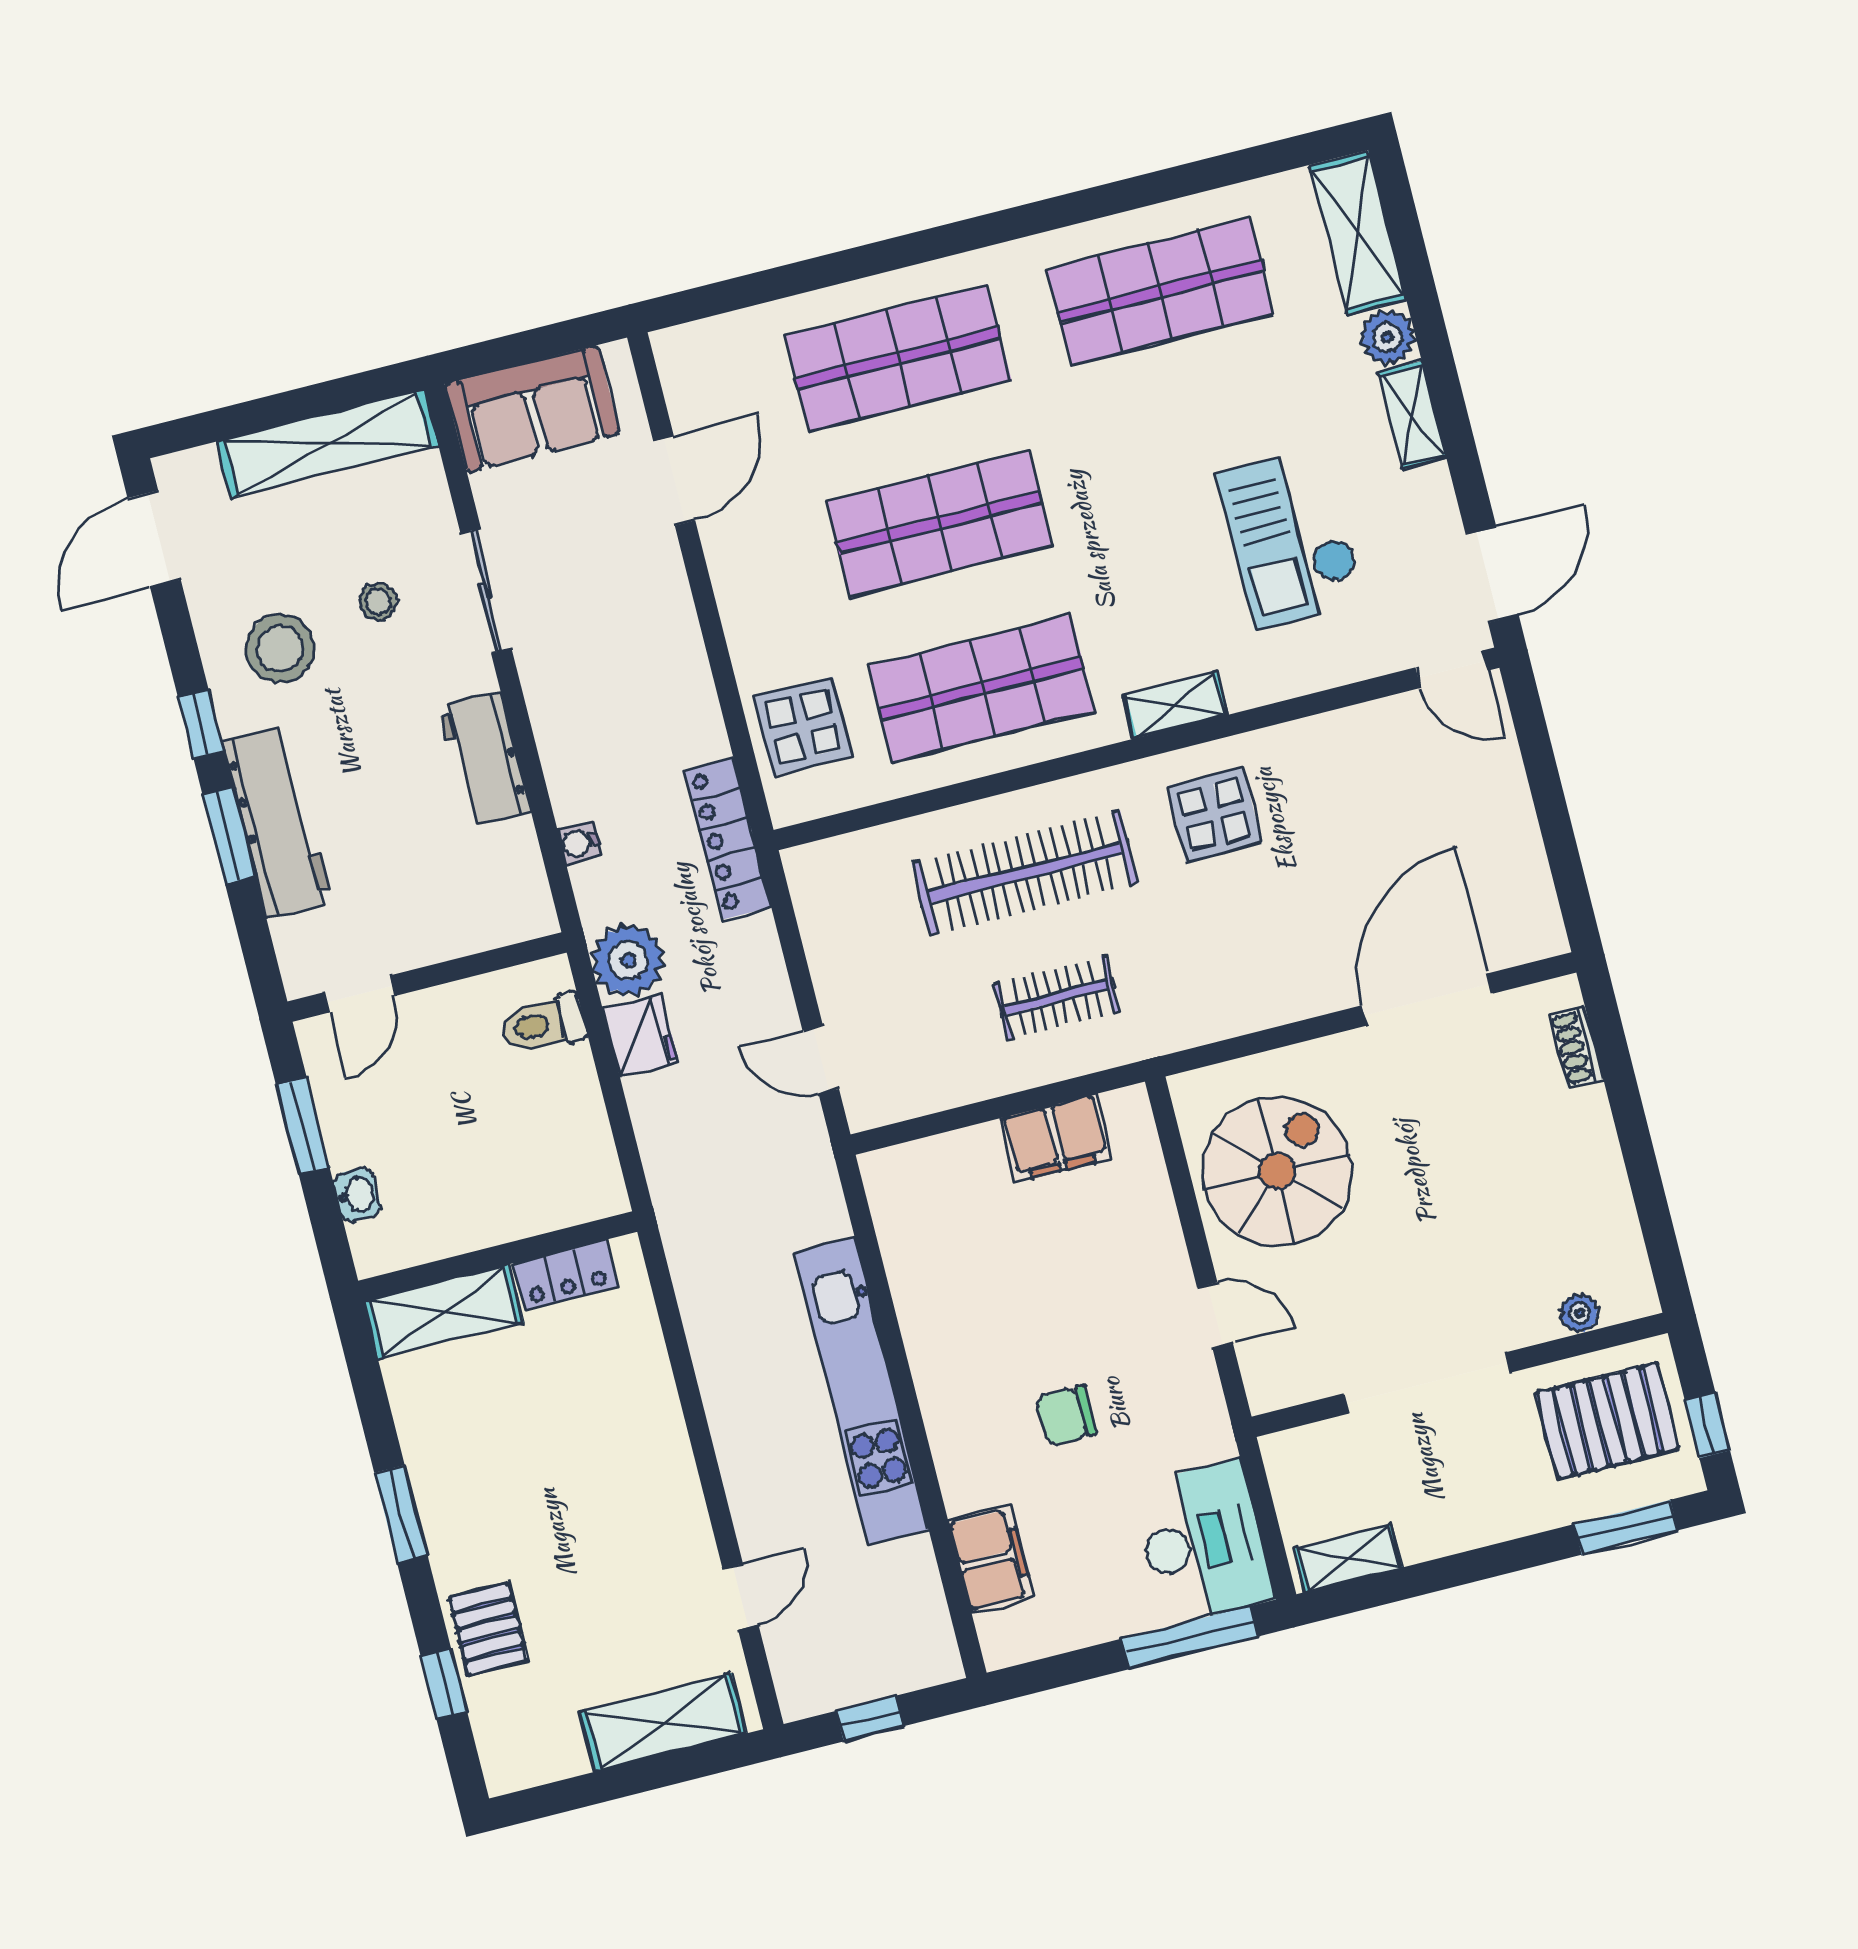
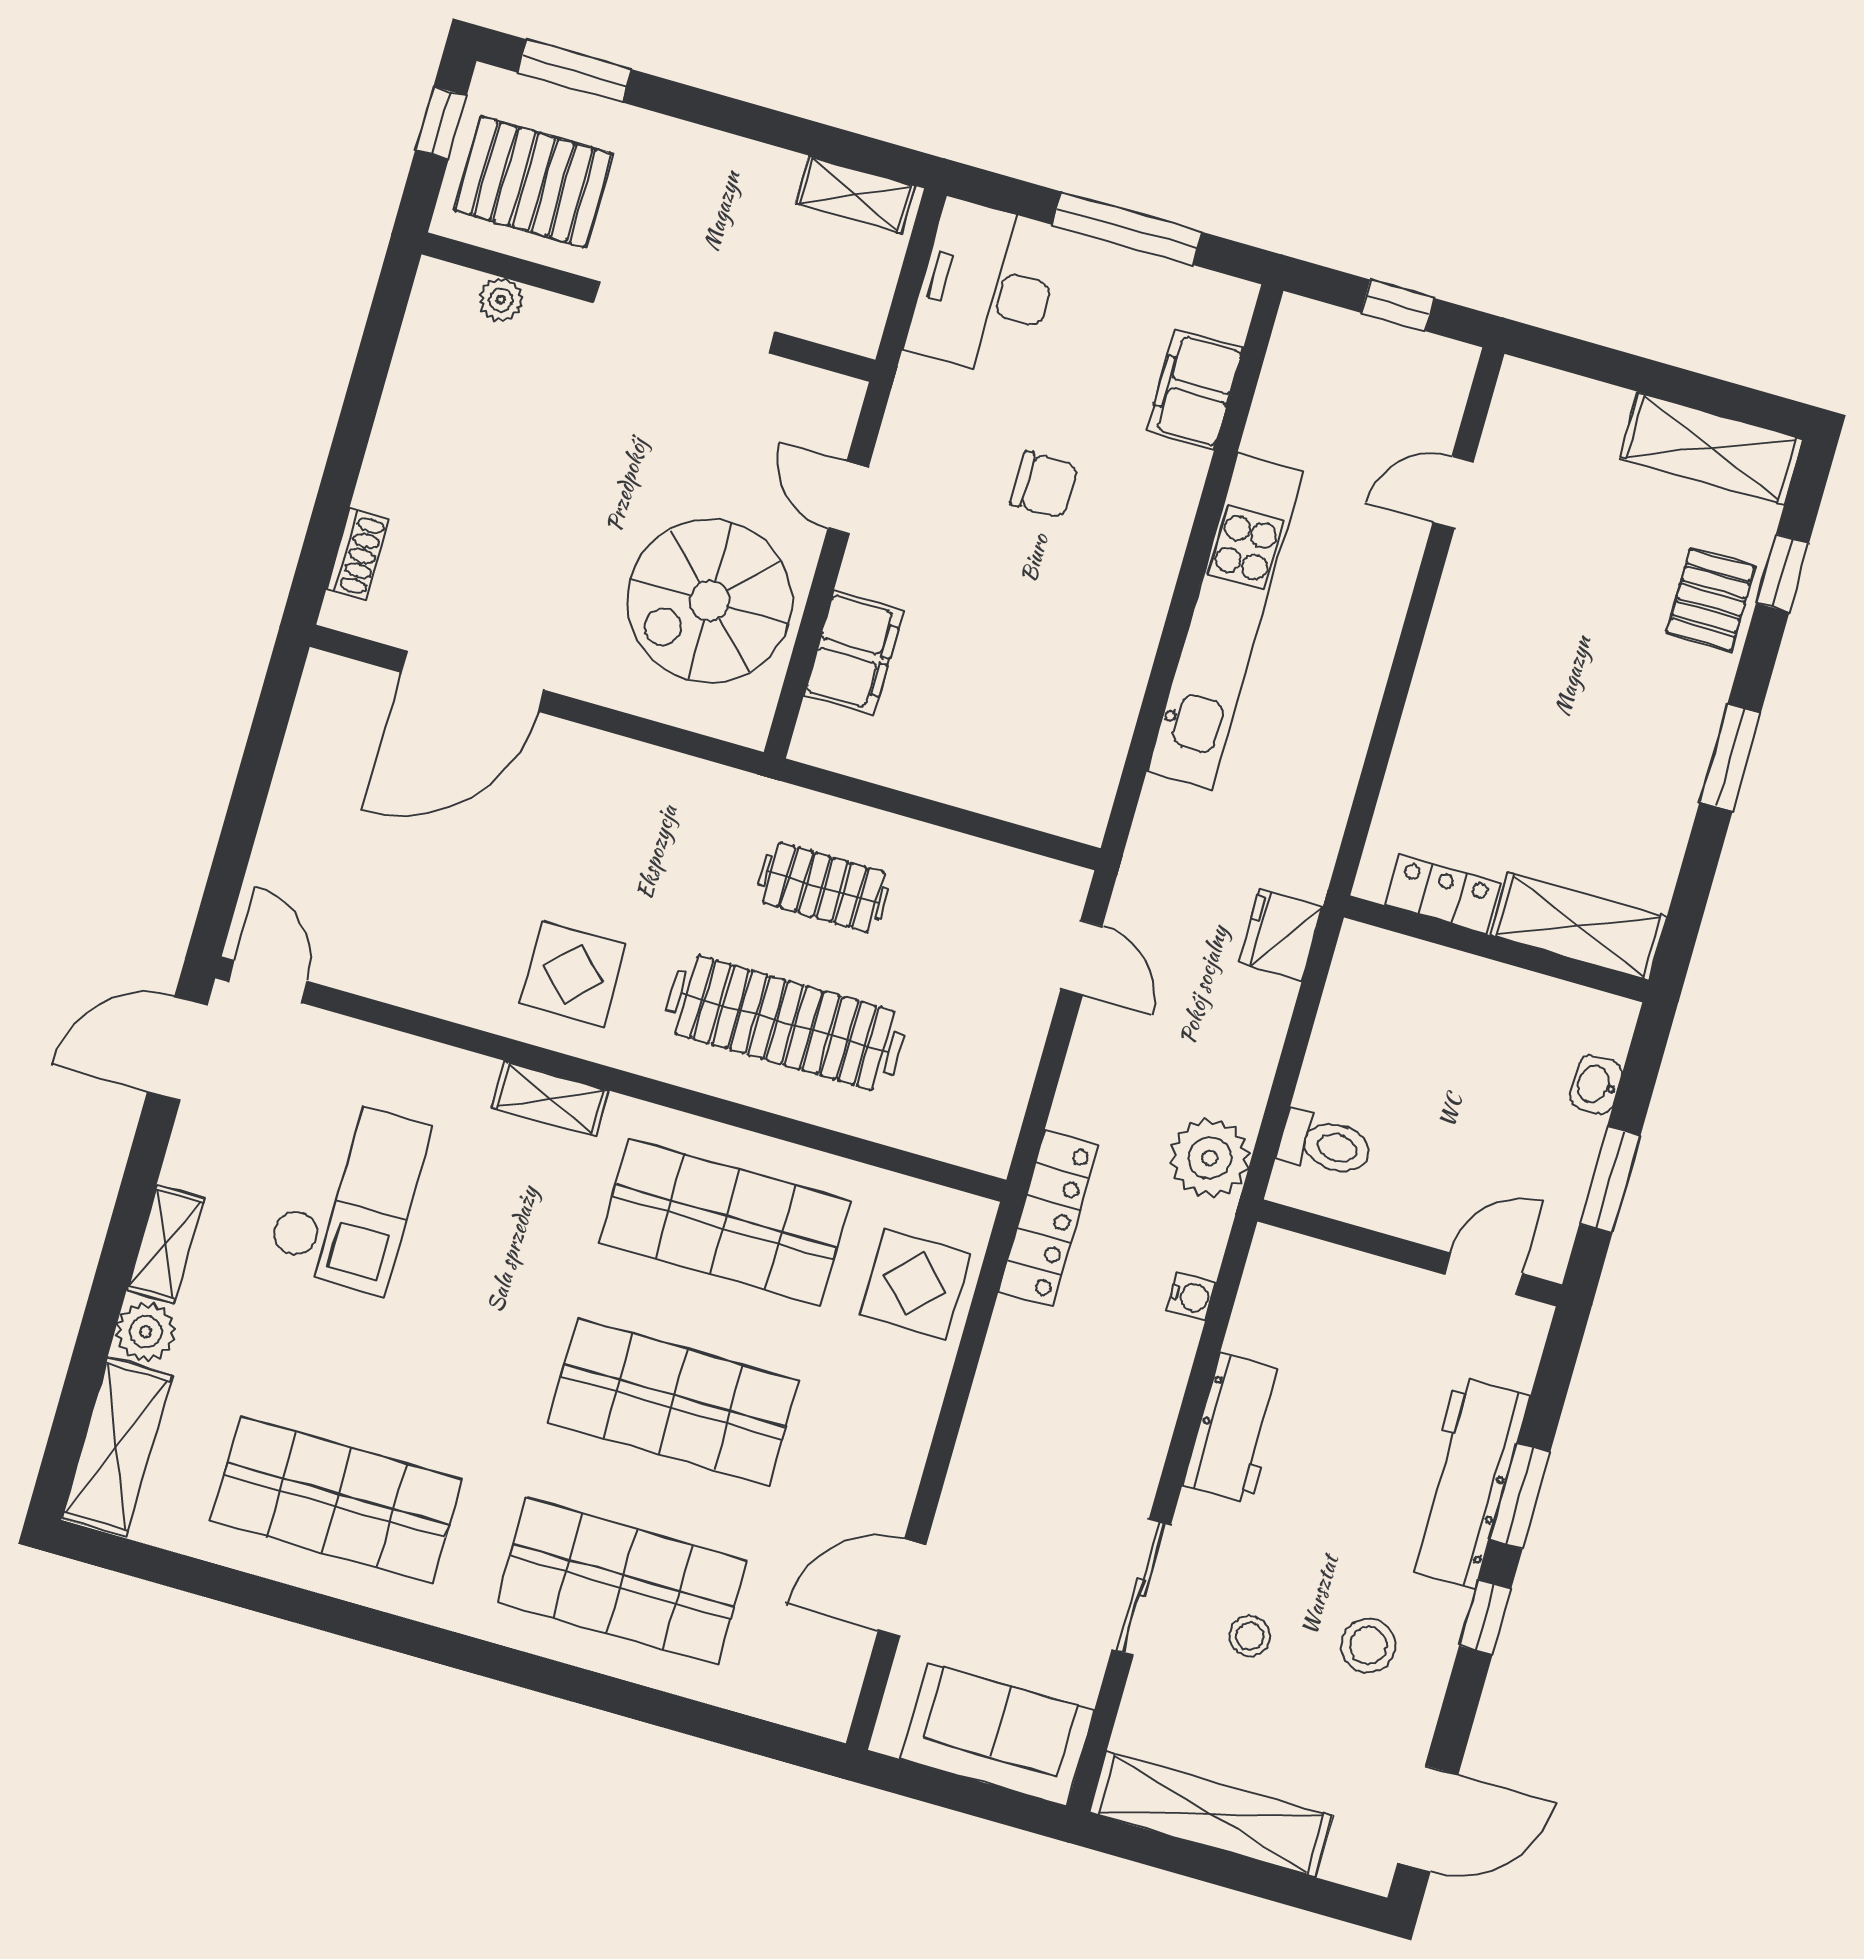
stool: (280, 648) -> (1368, 1646), width x0.73, depth x0.73
fridge: (641, 1036) -> (1281, 935), moved
filing cabinet: (1056, 1138) -> (854, 652), moved, turned 90
window: (1190, 1637) -> (1127, 228), moved
shelving: (663, 1722) -> (1711, 448), moved

